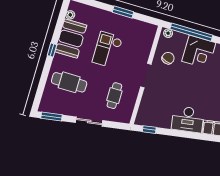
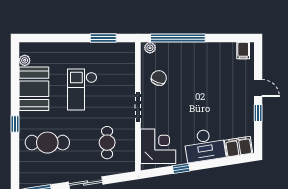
window: (123, 12) -> (103, 38), moved
window: (52, 50) -> (15, 124), moved
corner desk: (199, 52) -> (158, 146), moved, turned -90
window: (149, 130) -> (181, 168), moved

